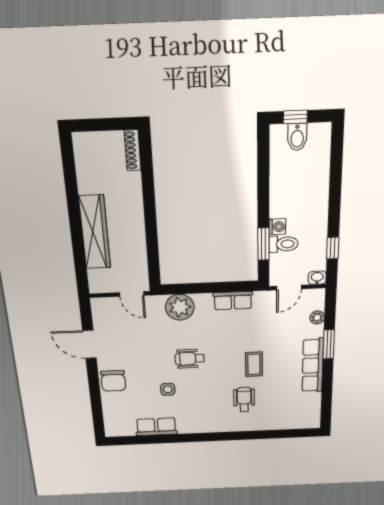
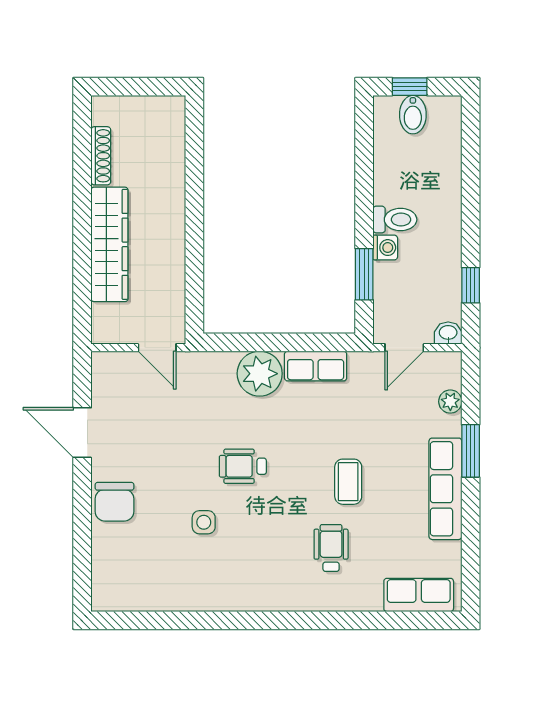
shoe rack: (133, 150) -> (101, 156), moved, turned 180
toilet: (284, 244) -> (395, 220), moved
plant: (180, 307) -> (260, 374), moved
row of seats: (156, 427) -> (419, 595), moved

